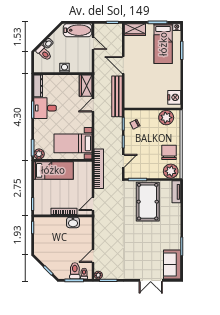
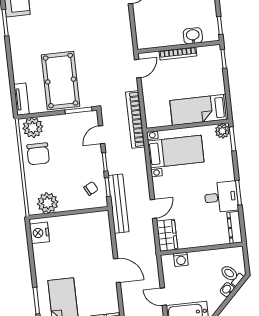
washing machine: (64, 68) -> (181, 259), moved
bench: (117, 96) -> (118, 204), moved
washbasin: (73, 222) -> (193, 36), moved

